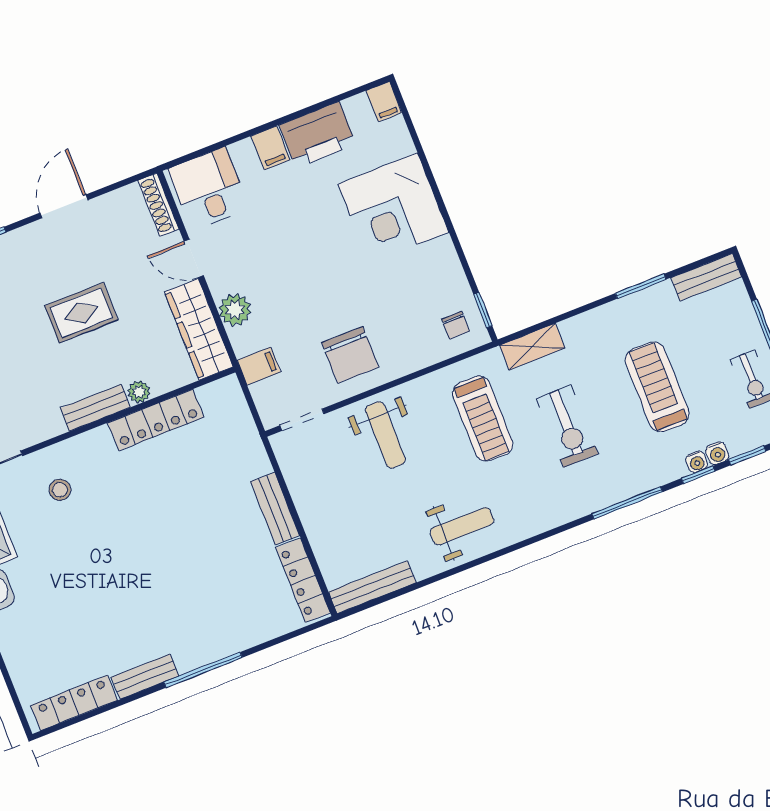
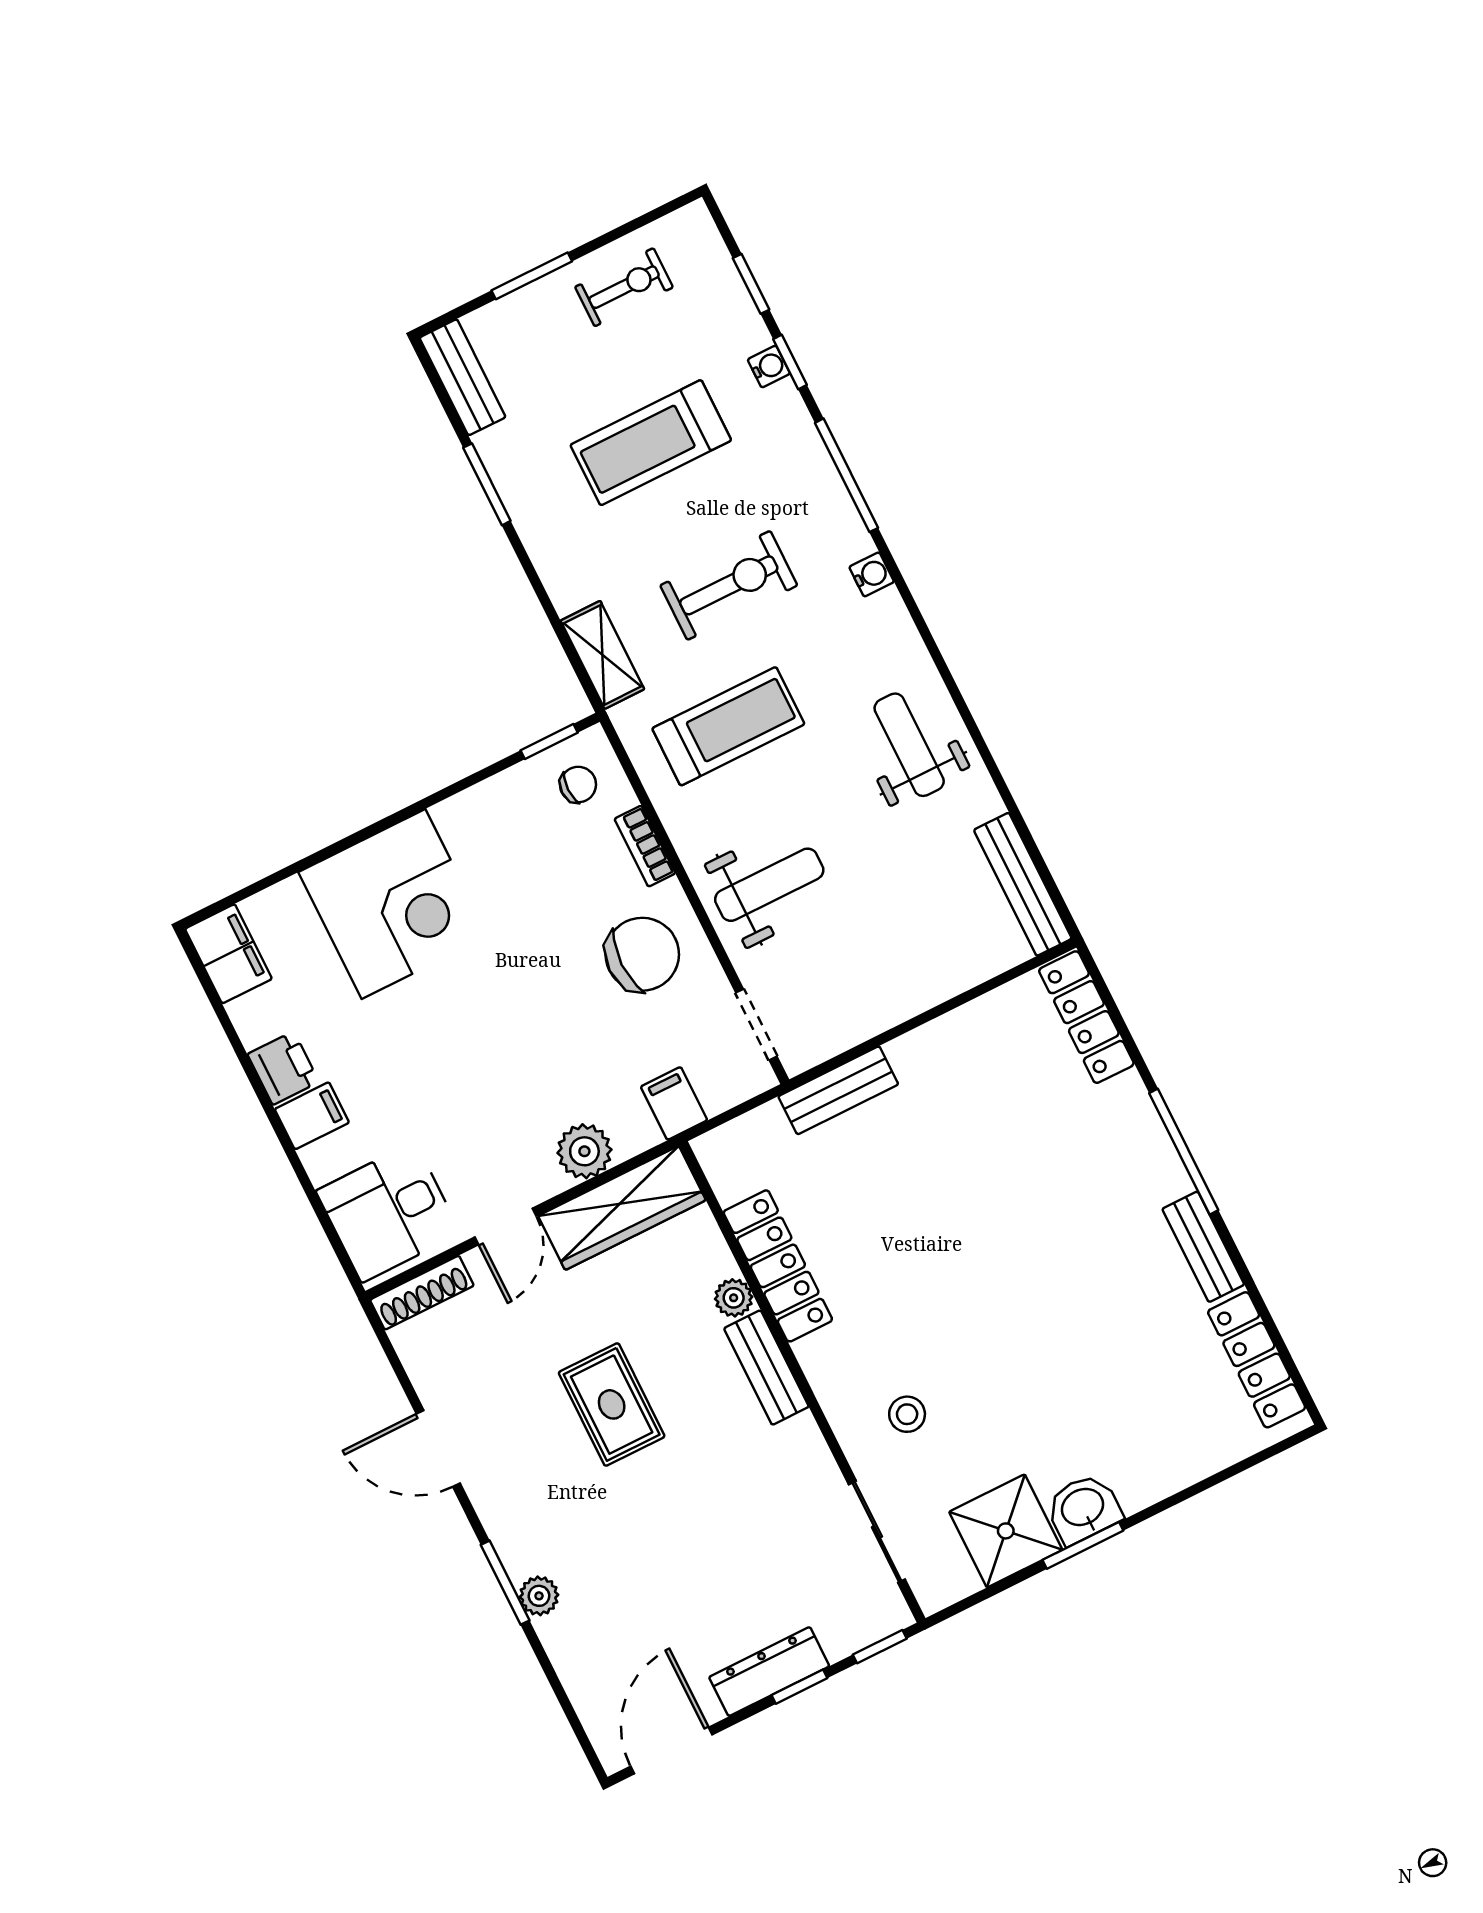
filing cabinet: (384, 102) -> (228, 954), width x2.00
printer: (317, 135) -> (283, 1068), width x0.53, depth x0.68
bookcase: (415, 362) -> (645, 846), added
water cooler: (717, 453) -> (872, 574), moved
bench: (275, 509) -> (838, 1090), moved
locker: (303, 580) -> (1086, 1017), moved, turned 90

